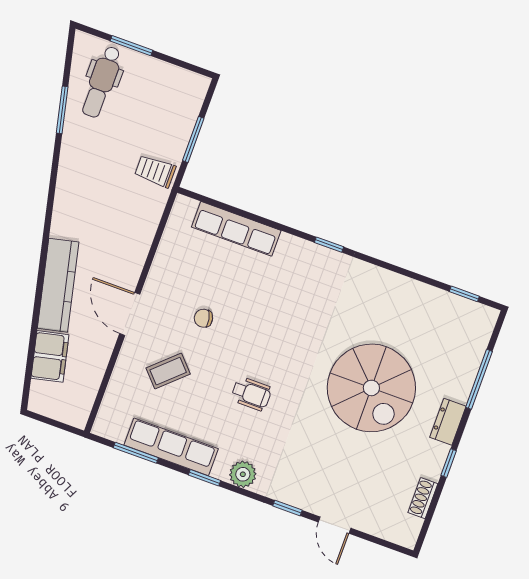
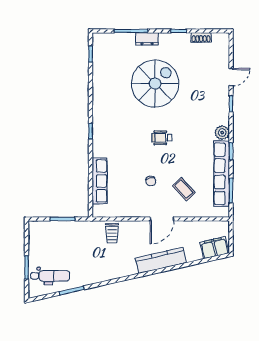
trolley: (155, 171) -> (112, 233), moved
filing cabinet: (50, 356) -> (214, 248), moved
wheelchair: (251, 394) -> (162, 138), moved, turned -90
dresser: (448, 422) -> (147, 39), moved
row of seats: (171, 447) -> (222, 174), width x1.36

